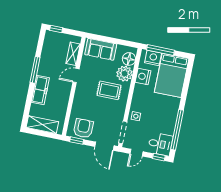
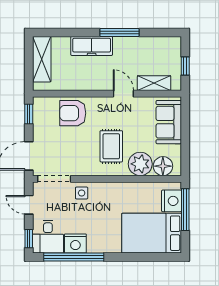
window: (56, 29) -> (185, 66), moved
nightstand: (143, 76) -> (75, 244), moved, turned 180
armchair: (83, 128) -> (73, 113), moved, turned 180

